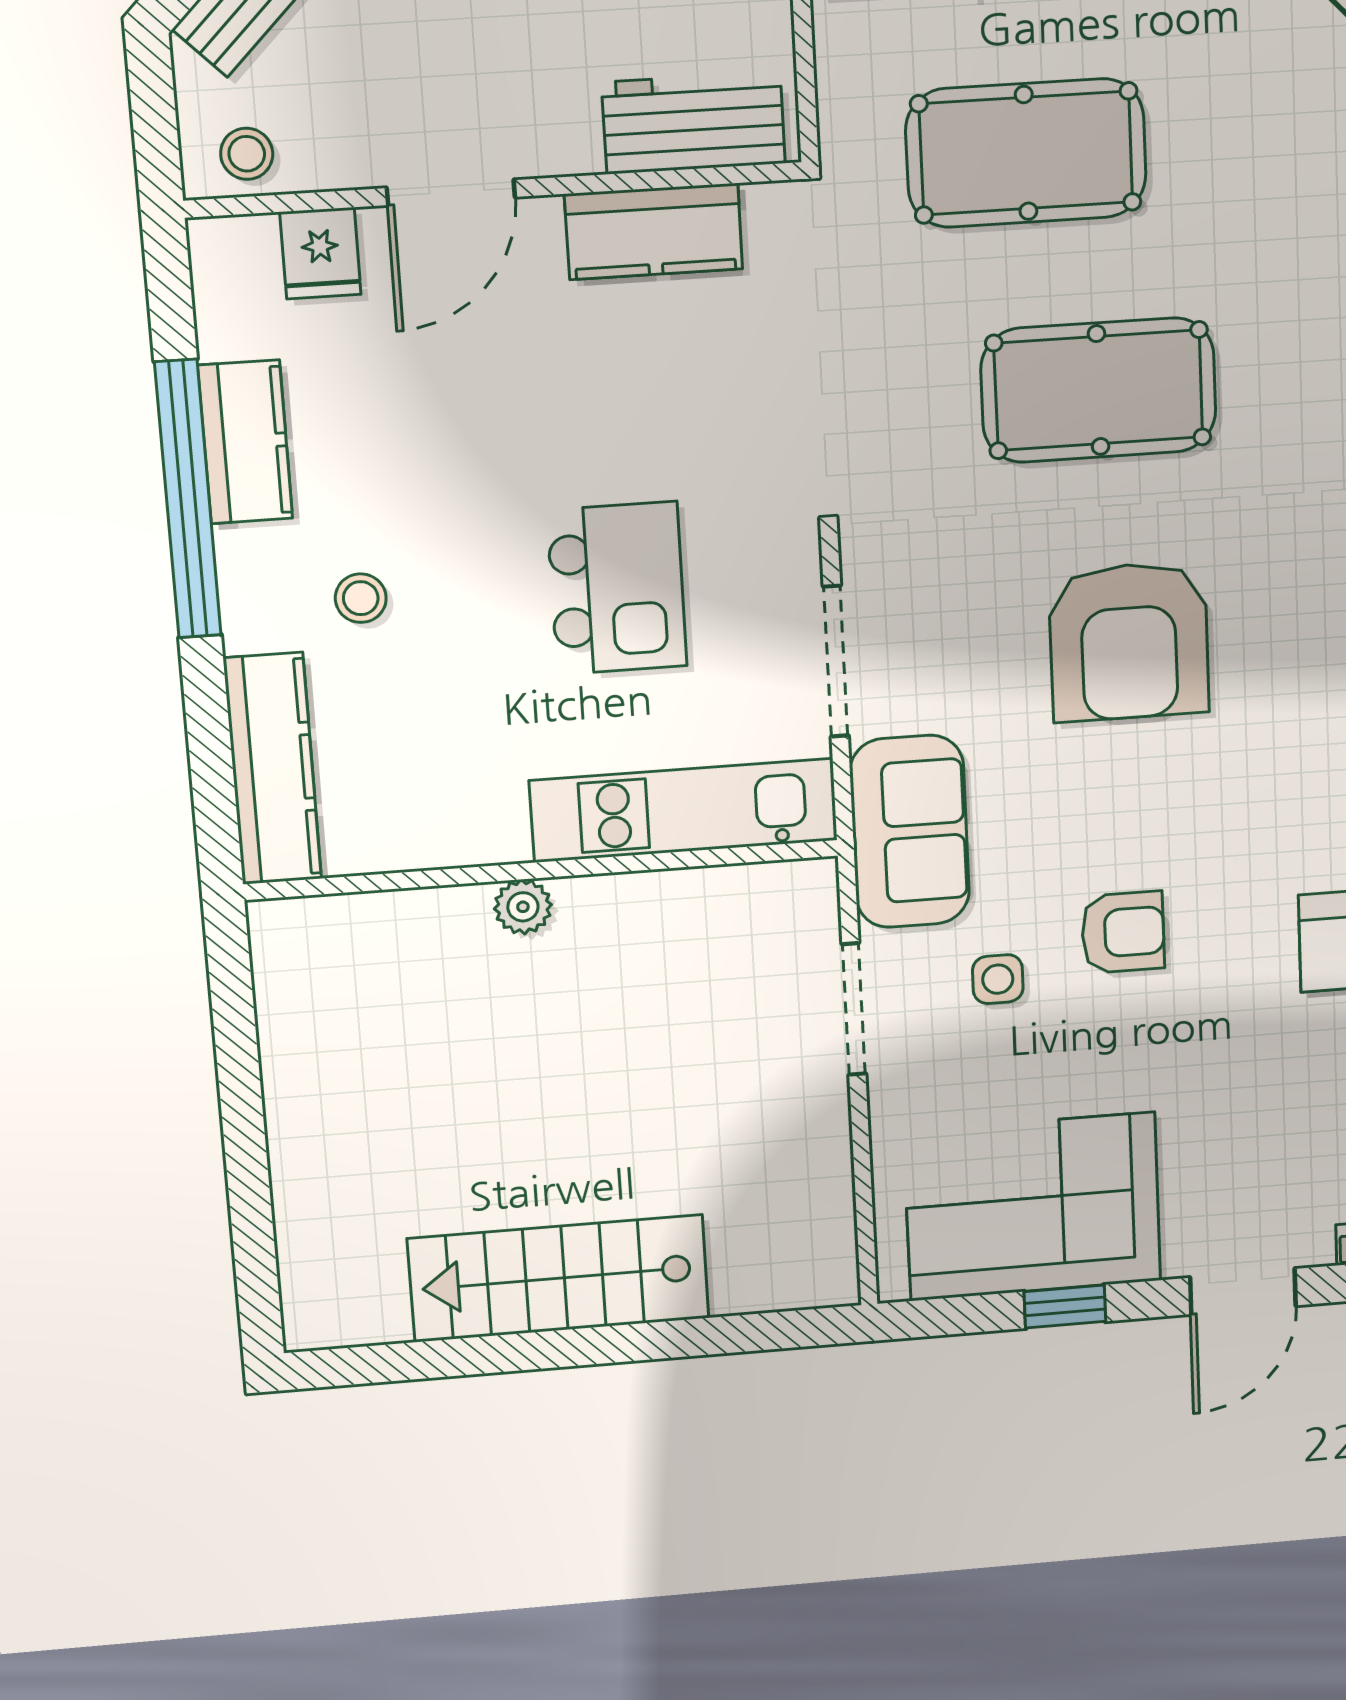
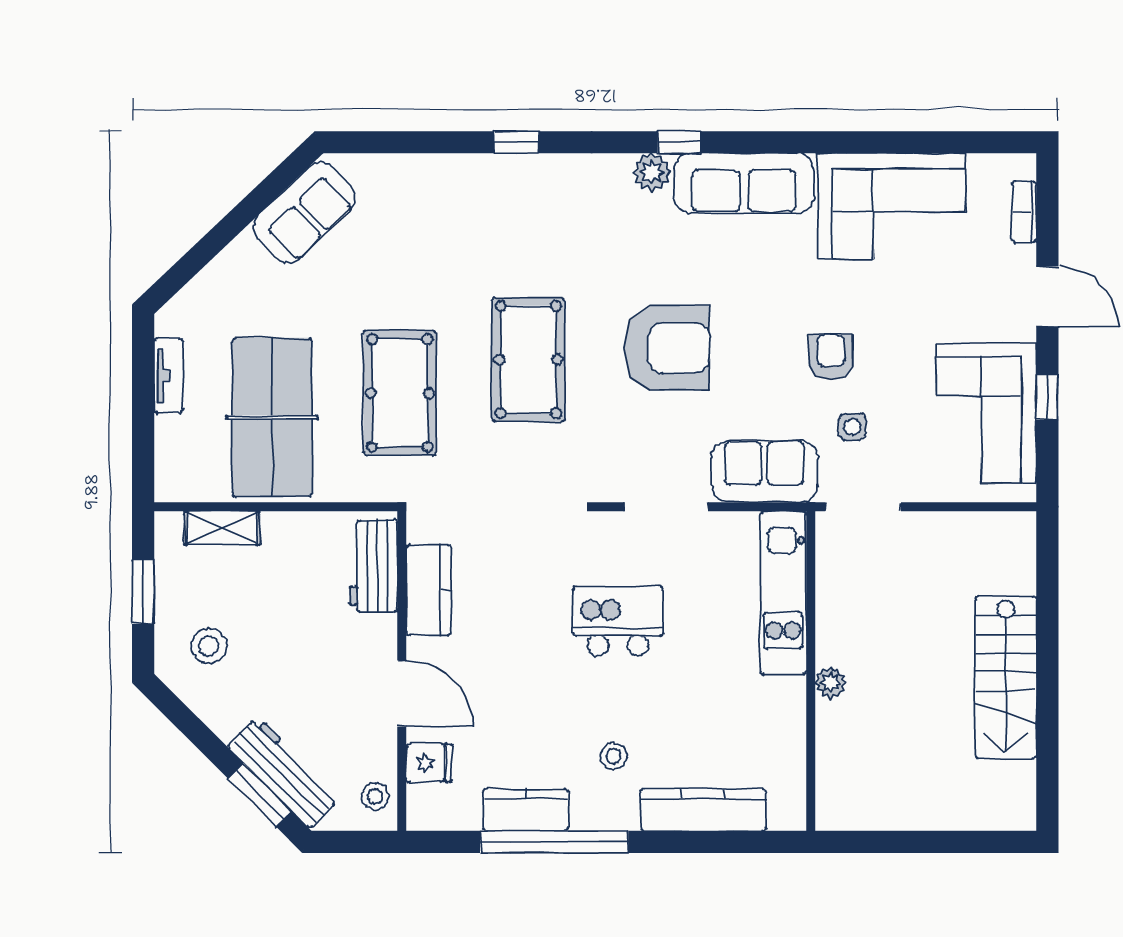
kitchen unit: (684, 810) -> (783, 593), moved
wall: (542, 870) -> (811, 671), moved
plant: (523, 907) -> (831, 683), moved

